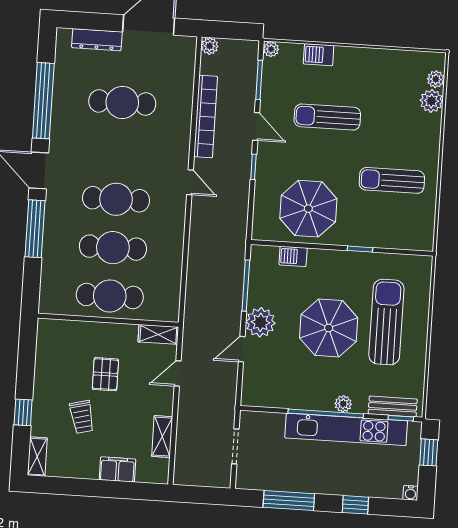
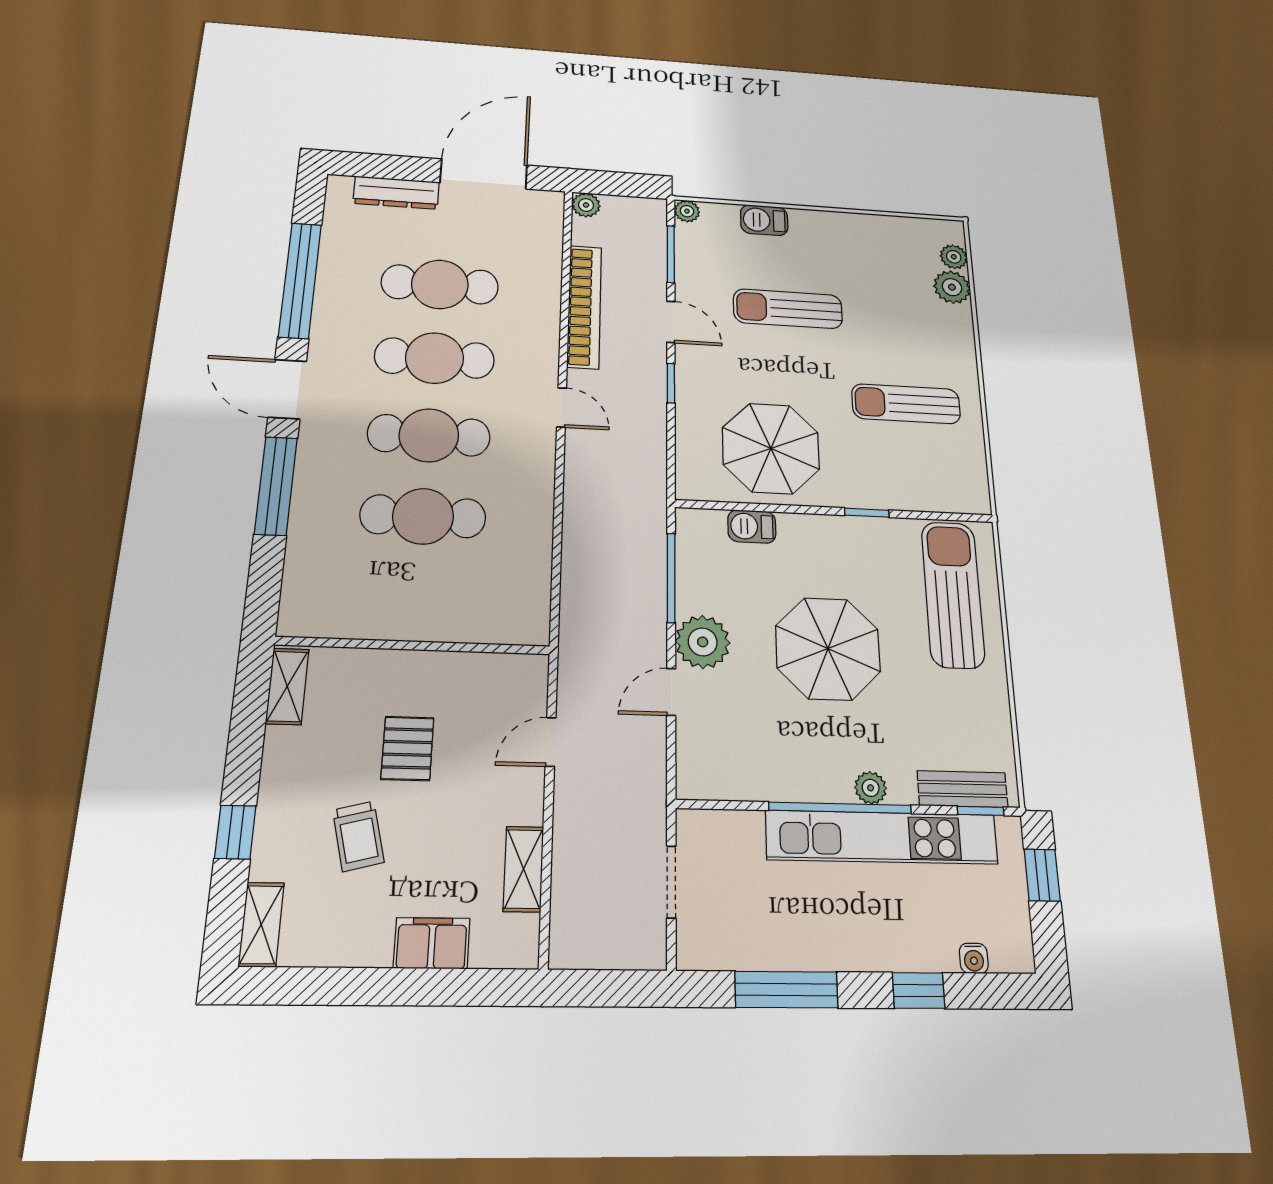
cafe table: (110, 296) -> (435, 358), moved
sun lounger: (386, 322) -> (953, 594), moved
shelving: (158, 334) -> (287, 686), moved, turned 90
water cooler: (411, 493) -> (974, 958), moved

